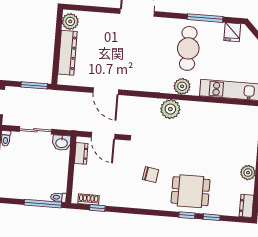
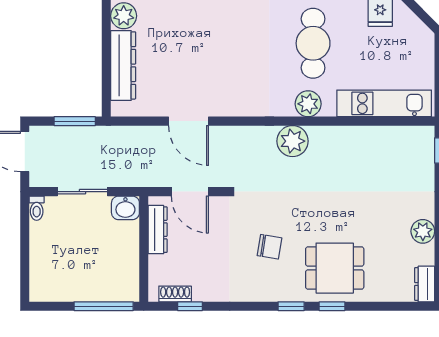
dresser: (81, 153) -> (158, 230), width x1.44
toilet: (58, 197) -> (127, 294), removed
window: (212, 217) -> (291, 306), moved

